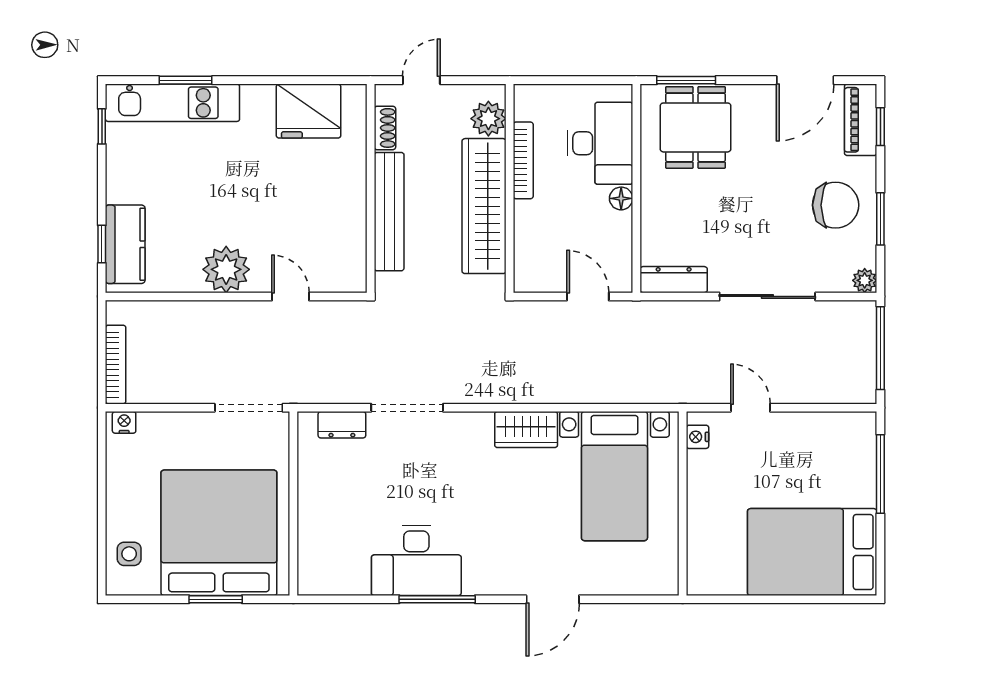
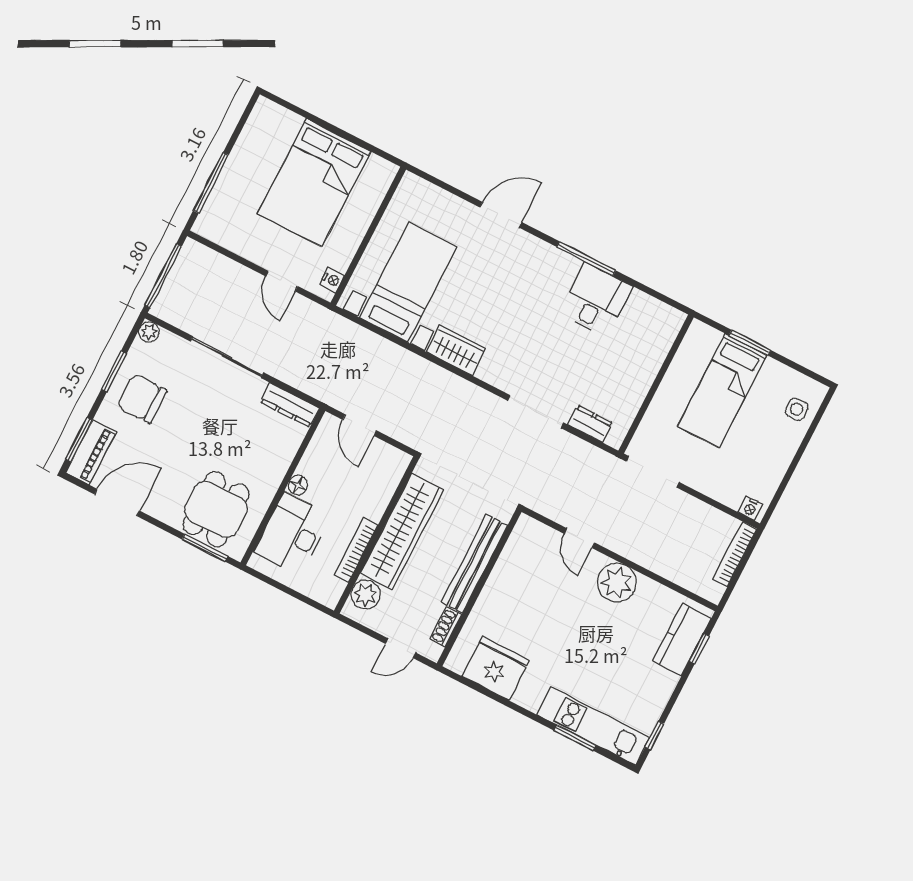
window: (880, 127) -> (79, 440), width x1.50
bed: (219, 533) -> (722, 391), width x0.49
bed: (812, 552) -> (314, 183), moved, turned 90
desk: (416, 560) -> (596, 300), width x0.73

